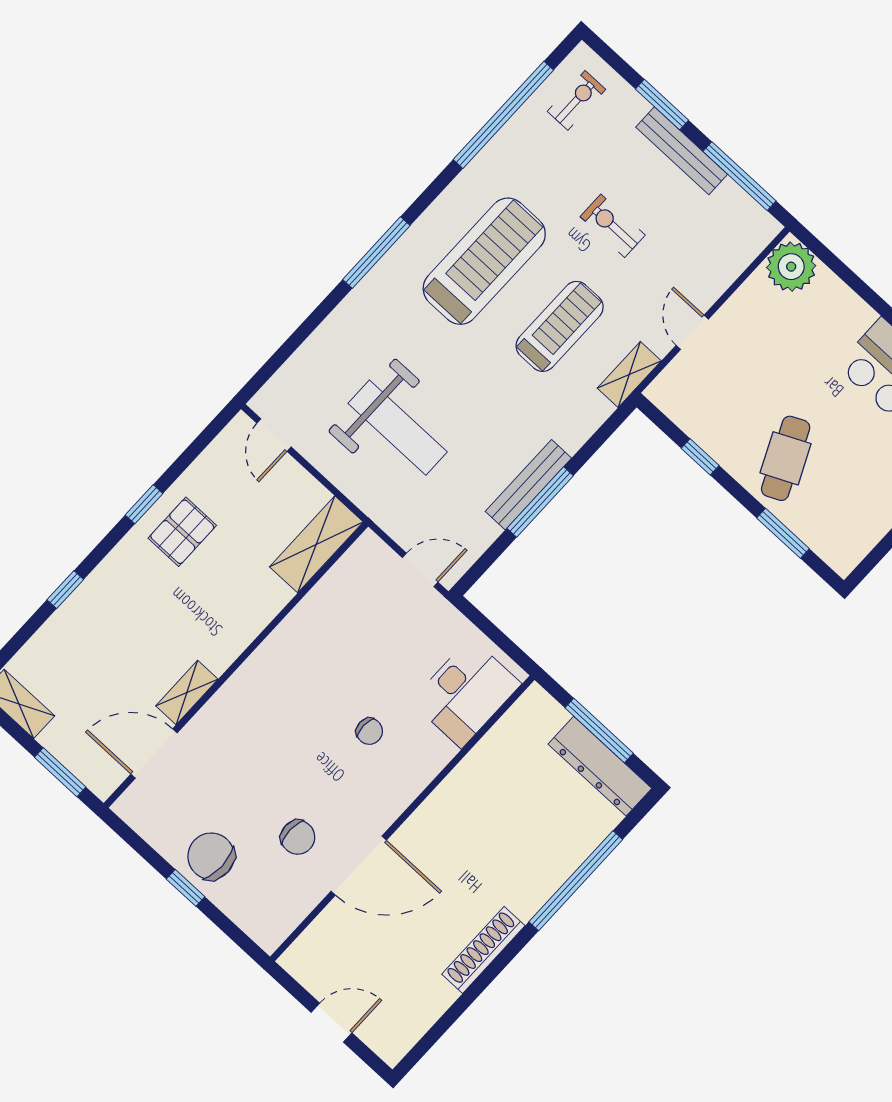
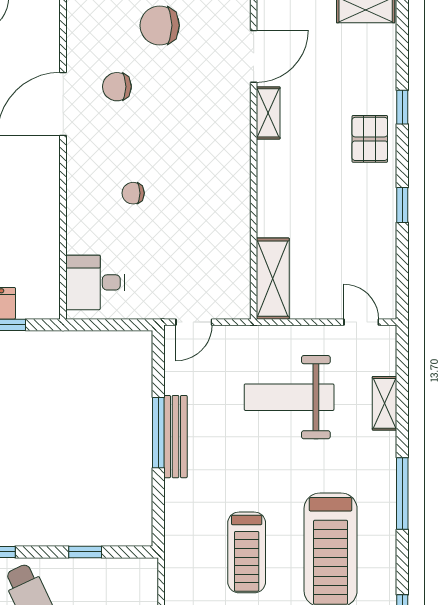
shelving: (629, 375) -> (385, 403), moved
pallet: (182, 532) -> (370, 139), moved
desk: (466, 693) -> (95, 282), width x0.73
chair: (211, 856) -> (160, 25), turned 180

